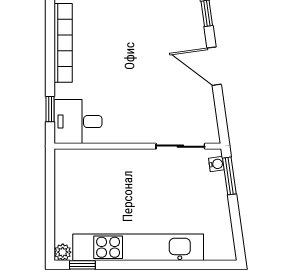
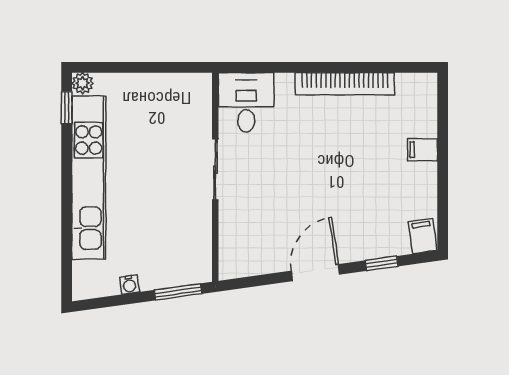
window: (50, 109) -> (262, 67), removed
sliding door: (180, 146) -> (215, 170), moved
water cooler: (216, 164) -> (129, 285), moved

